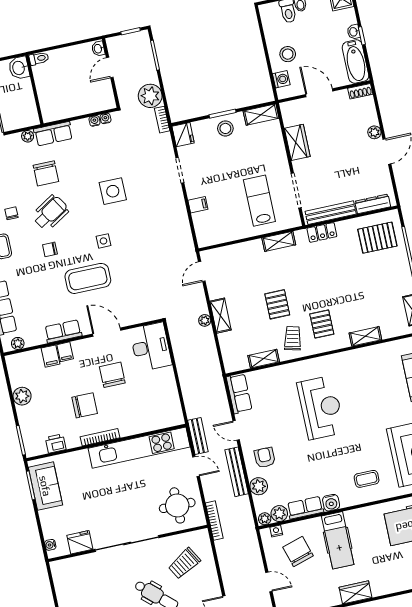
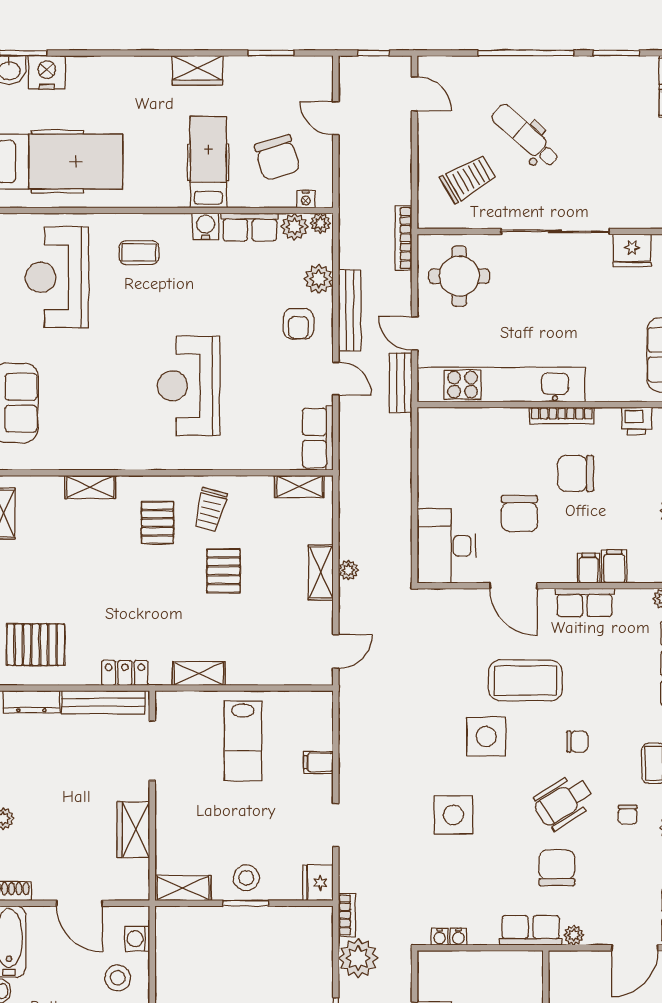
lab bench: (259, 201) -> (243, 741), moved
side table: (103, 241) -> (486, 736), width x1.87, depth x1.87
shelving: (264, 359) -> (299, 486), moved

